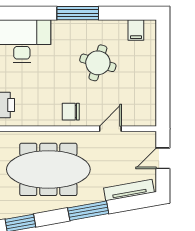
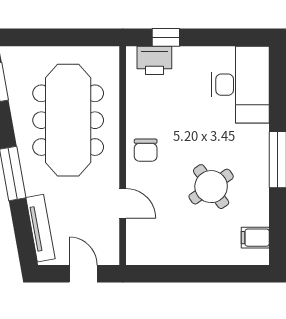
round table: (98, 63) -> (211, 187), turned 38
chair: (71, 112) -> (146, 150), turned 180

